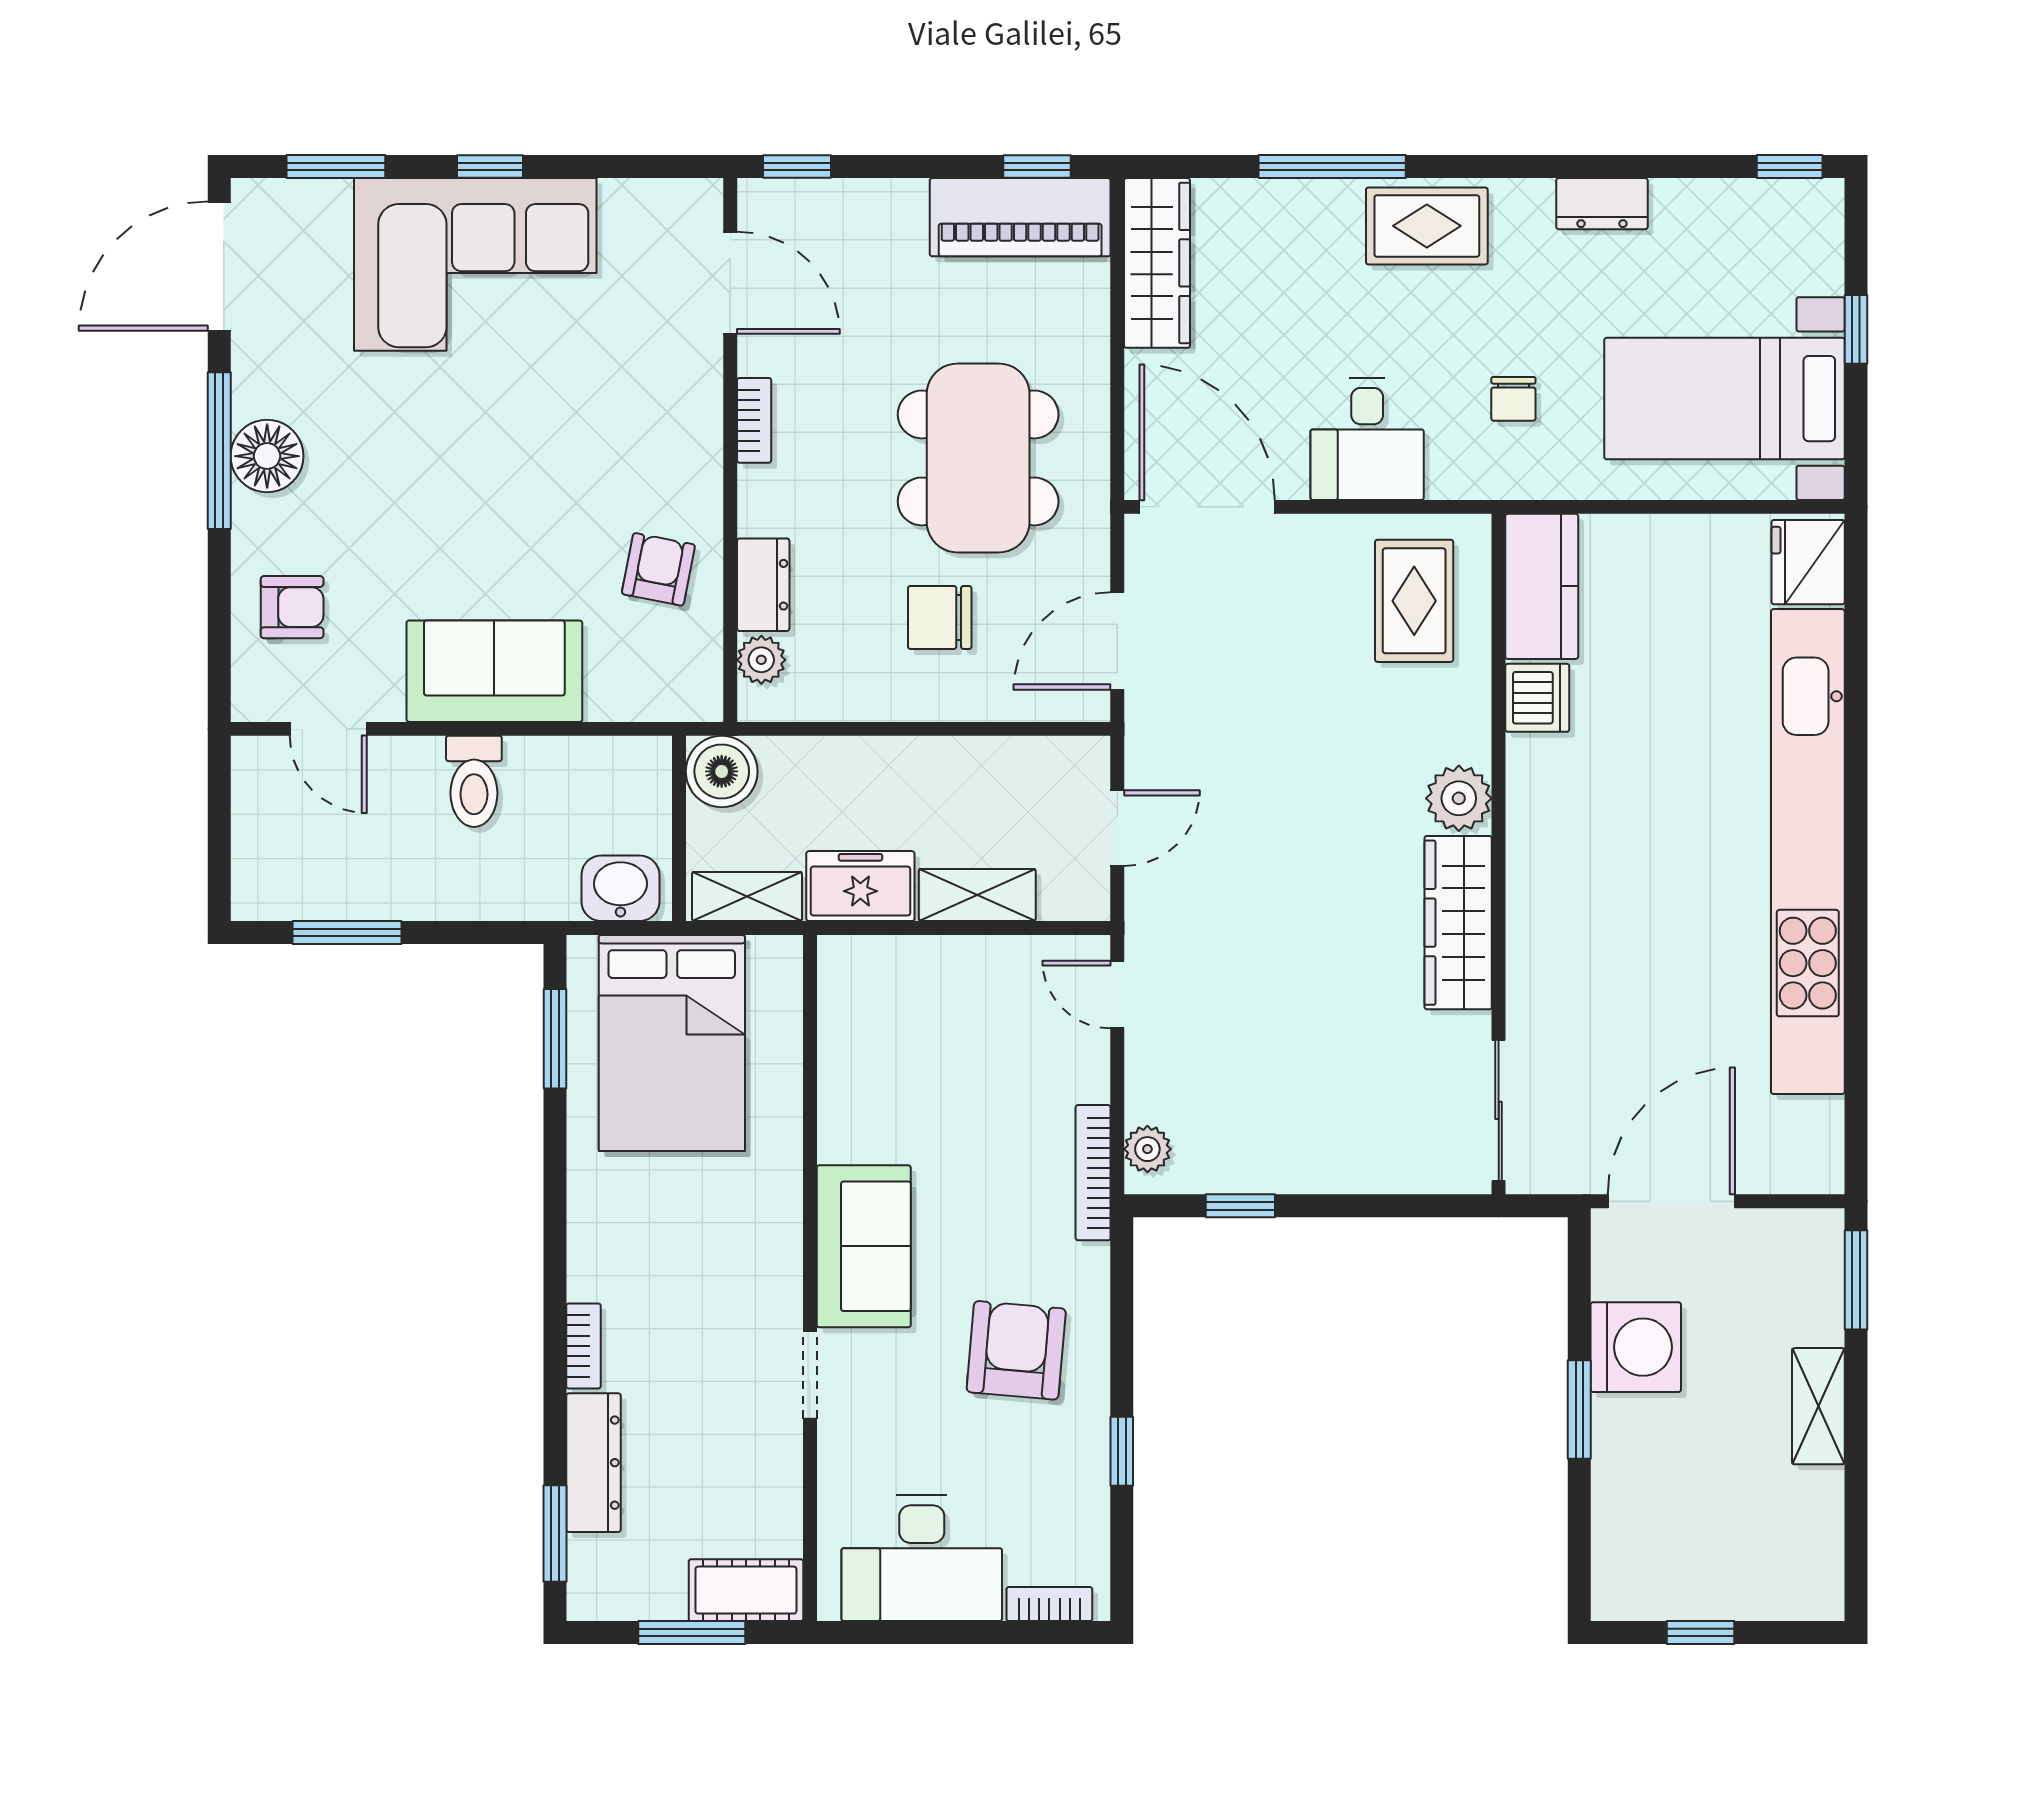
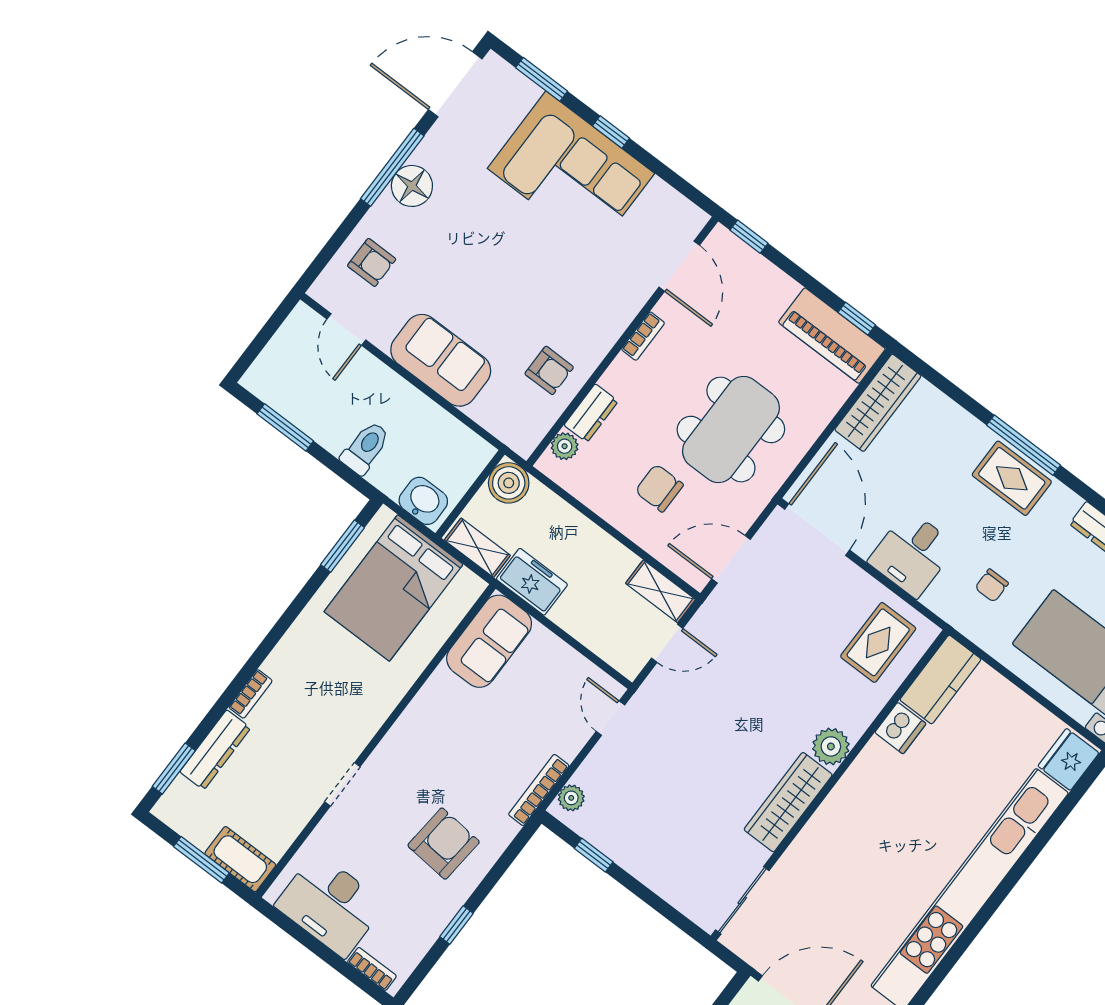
window: (1332, 167) -> (1024, 445), moved
armchair: (658, 569) -> (549, 370), turned 79
toilet: (474, 781) -> (365, 448), moved, turned 180
shelving: (977, 895) -> (660, 591), moved
sofa: (864, 1246) -> (489, 641), moved

